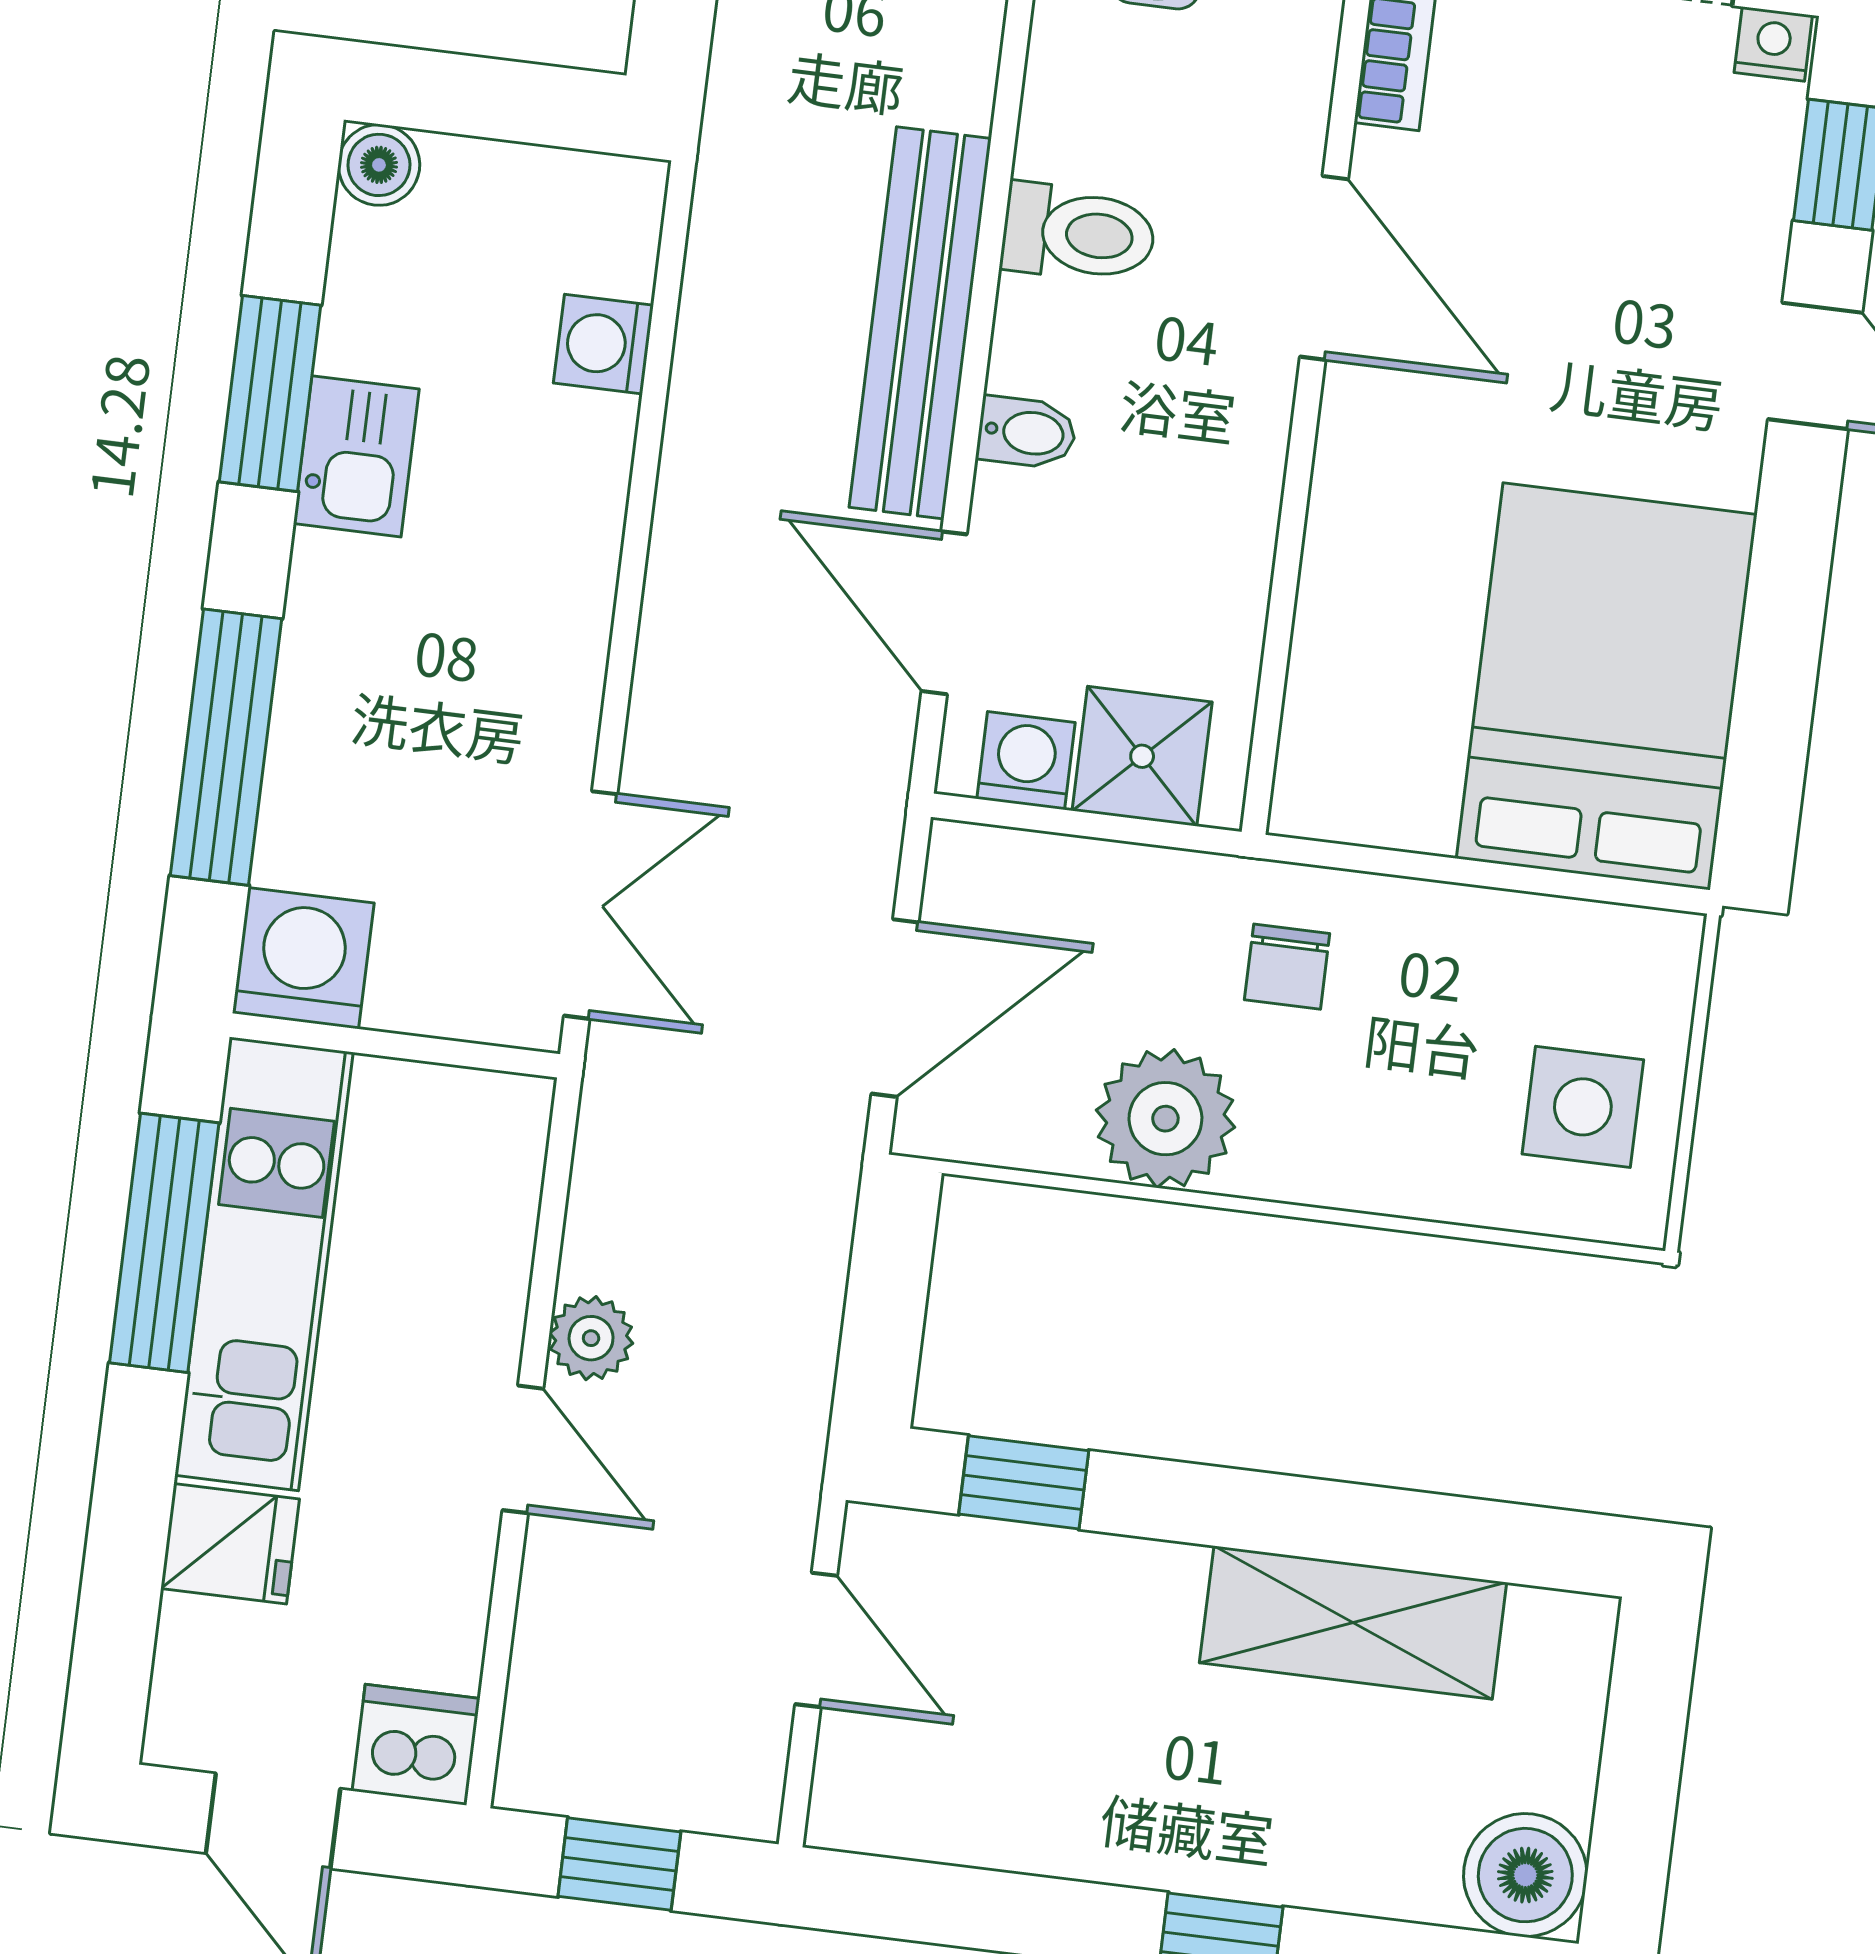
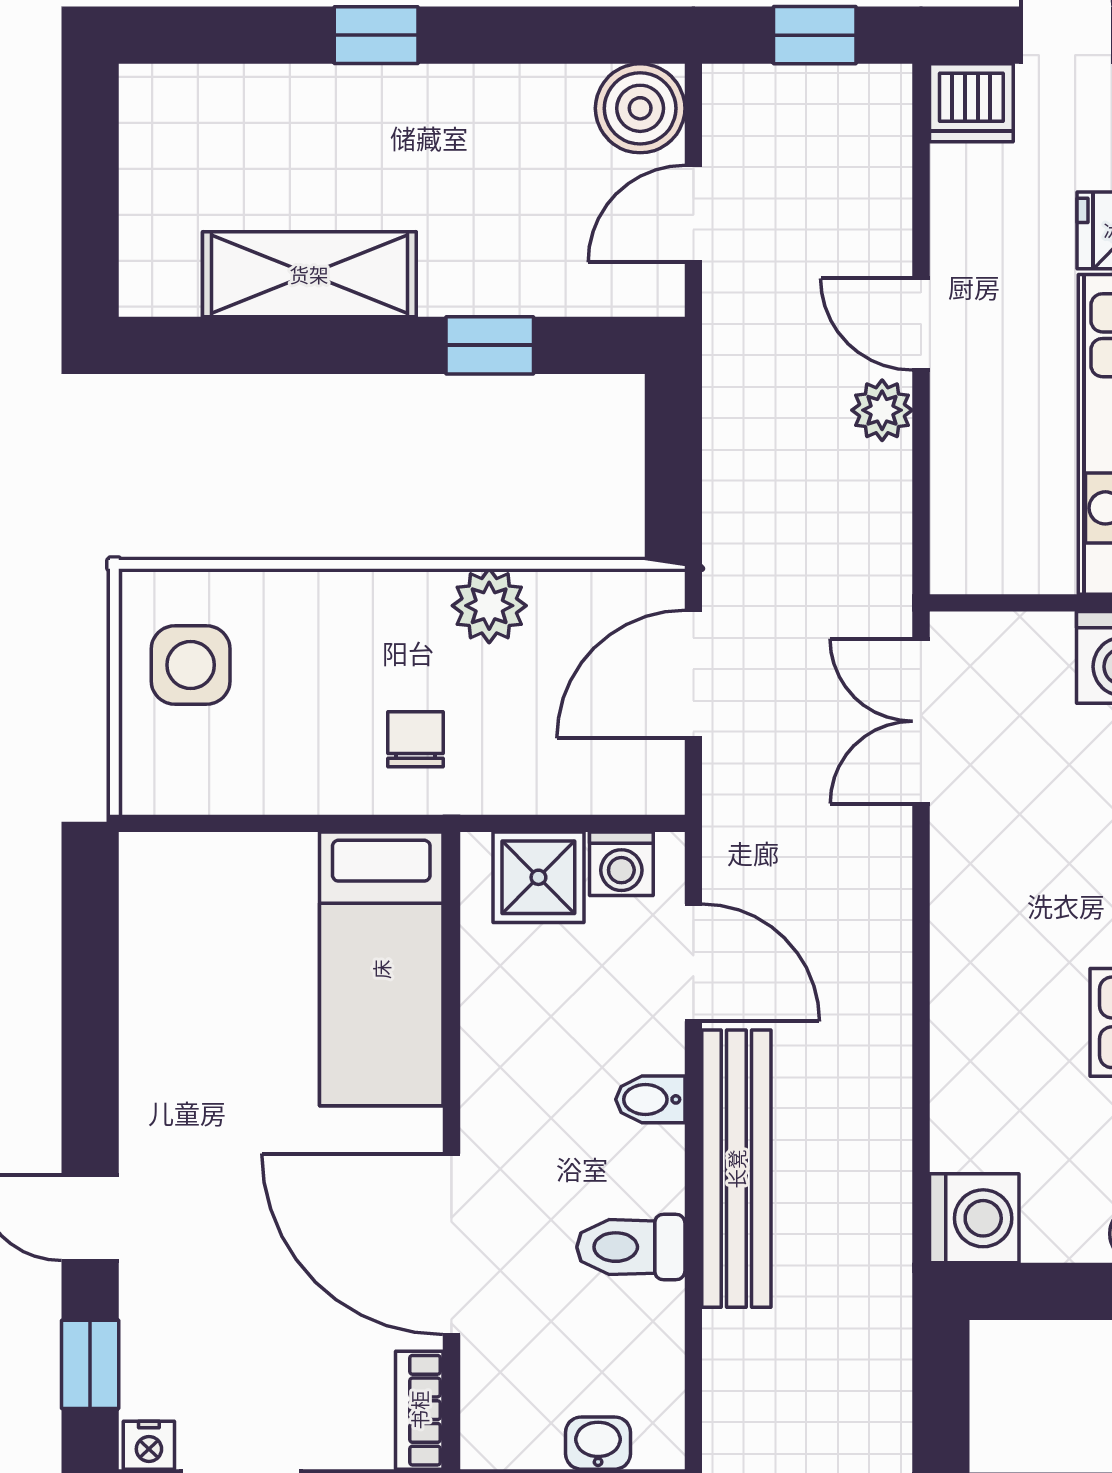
door: (1324, 268) -> (451, 1244), width x1.36
washing machine: (603, 344) -> (974, 1218), moved, width x1.38, depth x1.38
bed: (1607, 686) -> (381, 969), moved, width x0.67
plant: (1165, 1119) -> (489, 606), width x0.73, depth x0.73
window: (1024, 1482) -> (490, 345), moved
door: (816, 1640) -> (693, 214), hinge flipped
boiler: (1525, 1875) -> (640, 108), moved

